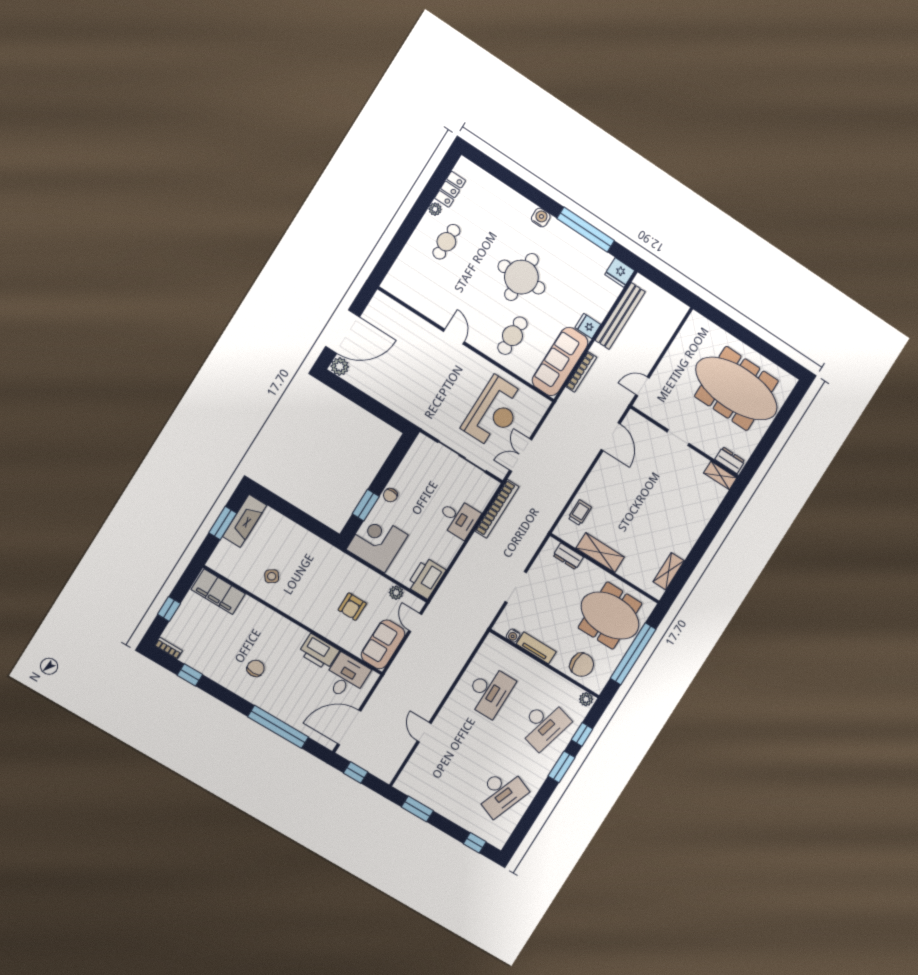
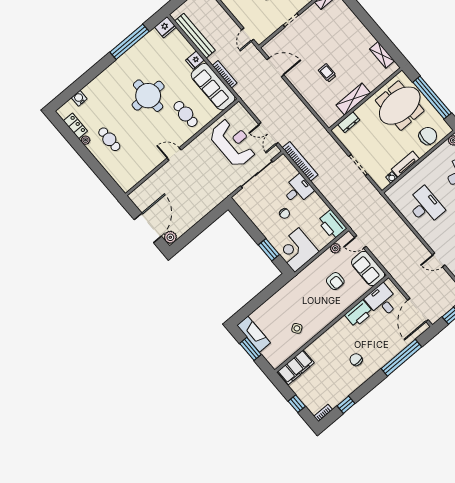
water cooler: (541, 218) -> (79, 98), moved
chair: (390, 495) -> (285, 213), moved
trolley: (580, 513) -> (327, 73), moved

